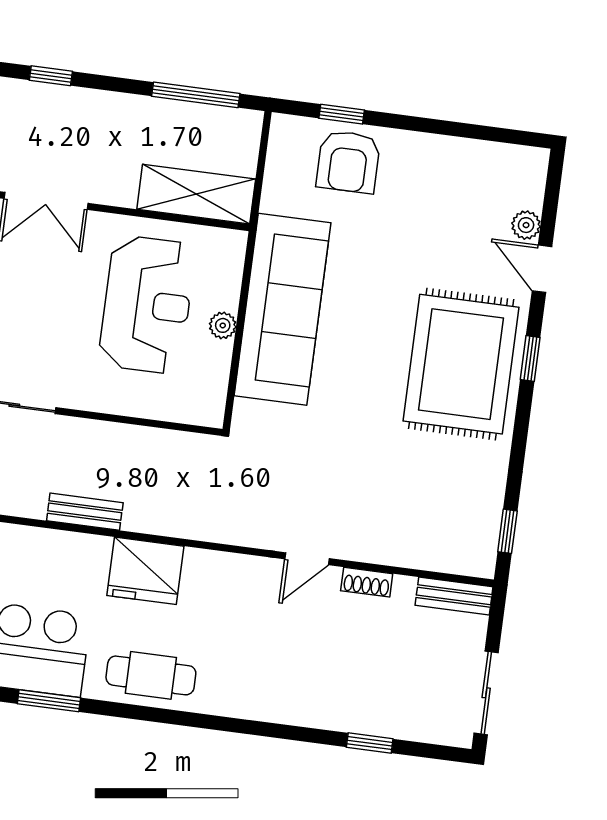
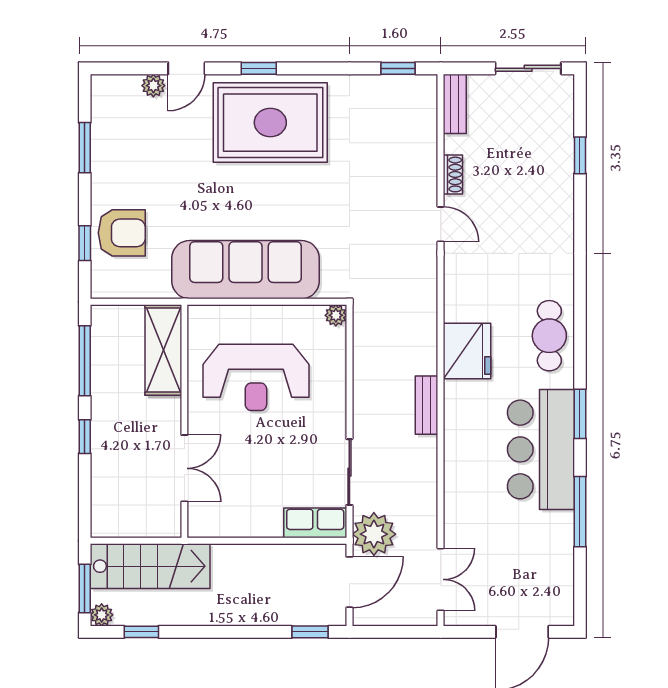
window: (51, 76) -> (85, 437), moved
window: (460, 130) -> (85, 148), added
reception desk: (147, 305) -> (256, 377), turned 180
plant: (223, 325) -> (336, 315), moved

